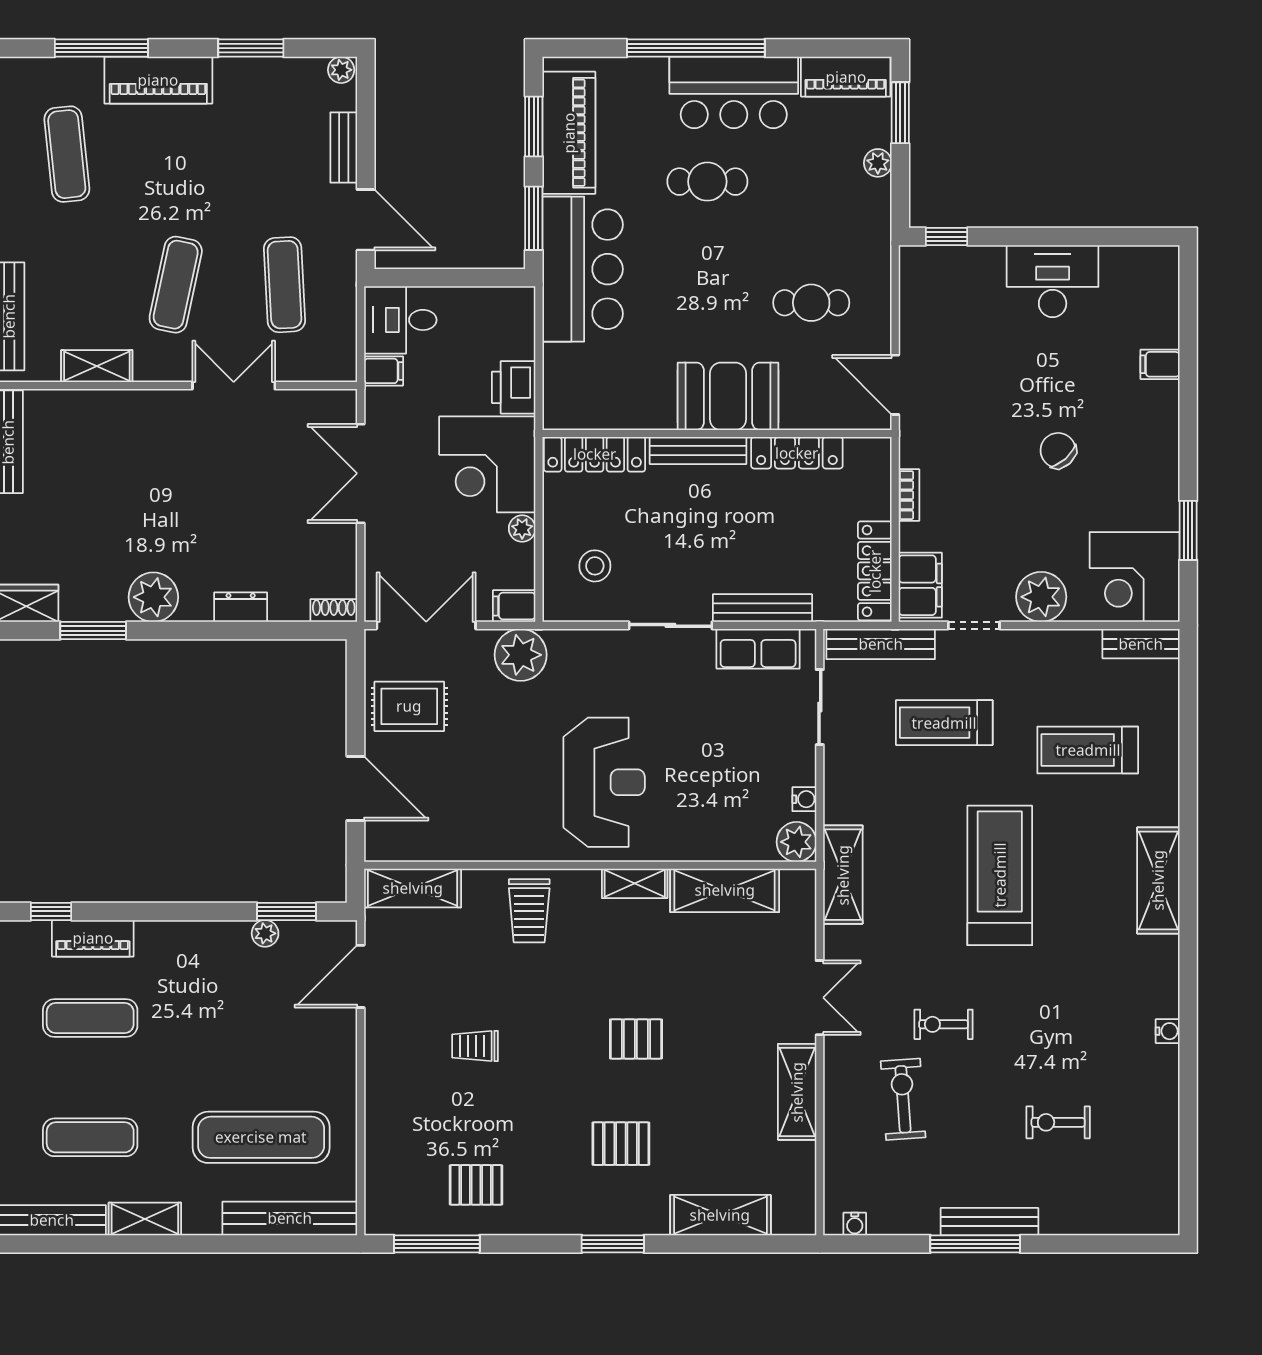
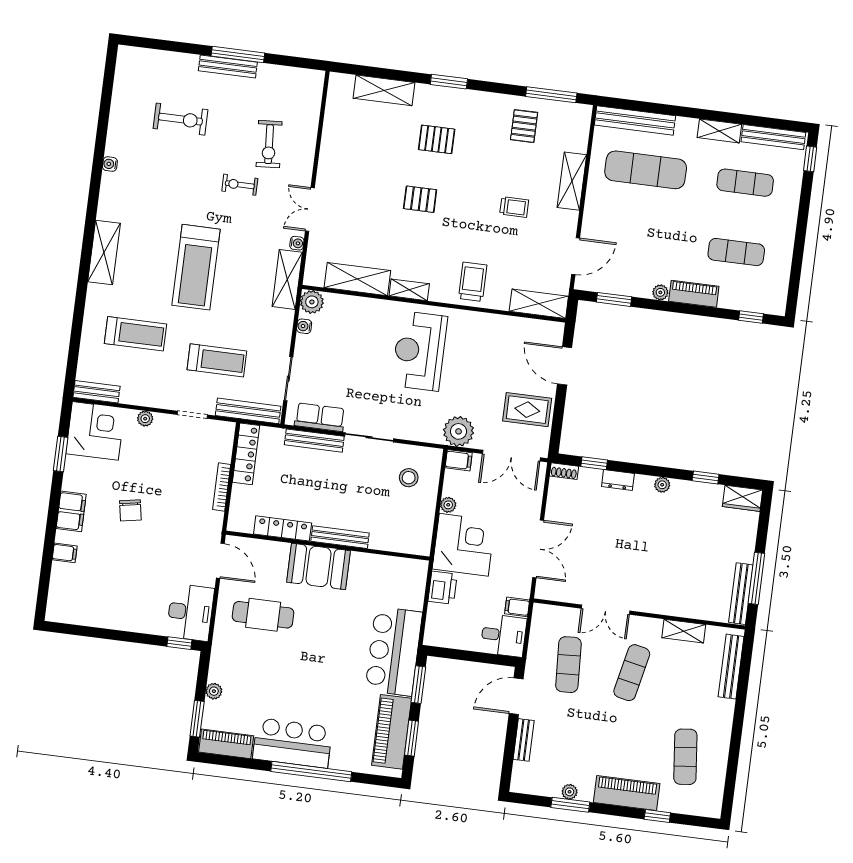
window: (101, 48) -> (657, 816), width x0.46
plant: (341, 70) -> (570, 792), moved
cafe table: (707, 182) -> (314, 693), removed
door: (366, 220) -> (516, 696), hinge flipped
desk: (1053, 281) -> (190, 612), moved, turned -90
cafe table: (811, 303) -> (263, 615), width x1.37, depth x1.35
chair: (1058, 450) -> (130, 510), turned 32
locker: (595, 454) -> (401, 543), removed
bookcase: (909, 495) -> (222, 487), width x1.56
filing cabinet: (920, 585) -> (71, 511), moved, turned 180
plant: (153, 597) -> (662, 485), width x0.53, depth x0.53
plant: (1041, 597) -> (145, 419), width x0.53, depth x0.53
window: (93, 631) -> (706, 477), width x0.67
window: (285, 631) -> (594, 463), added
plant: (265, 933) -> (660, 292), moved
piano: (93, 938) -> (694, 294), moved
exercise bike: (944, 1024) -> (240, 185), turned 180
shelving: (797, 1092) -> (572, 181), moved
exercise bike: (1058, 1122) -> (180, 119), width x1.38, depth x1.39
pallet: (476, 1185) -> (524, 126), turned 90
water cooler: (855, 1224) -> (297, 243), moved, turned 90

